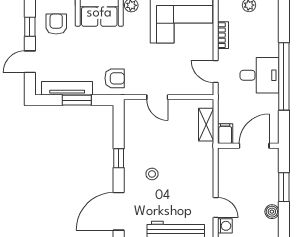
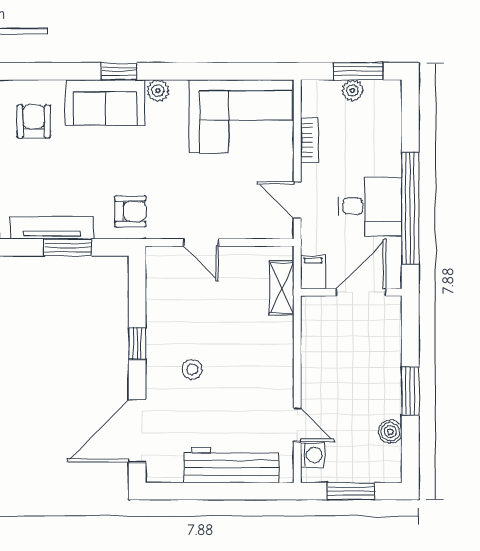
filing cabinet: (225, 134) -> (313, 272), moved
wall: (248, 146) -> (351, 292), moved
door: (254, 146) -> (361, 292), moved

